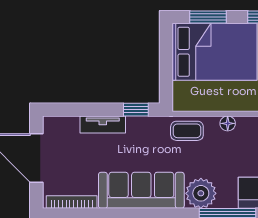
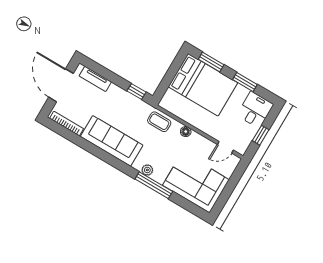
tv unit: (103, 124) -> (95, 79), moved
plant: (201, 193) -> (147, 170), width x0.53, depth x0.53

